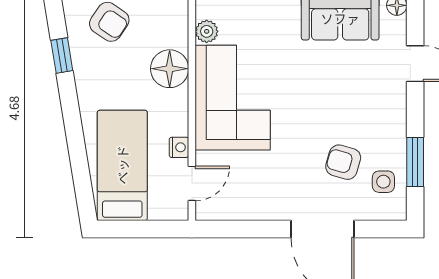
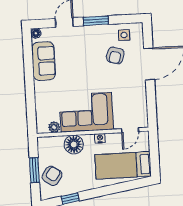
nightstand: (179, 147) -> (100, 138), moved
window: (415, 162) -> (96, 21), moved
door: (192, 183) -> (130, 130), swing flipped

